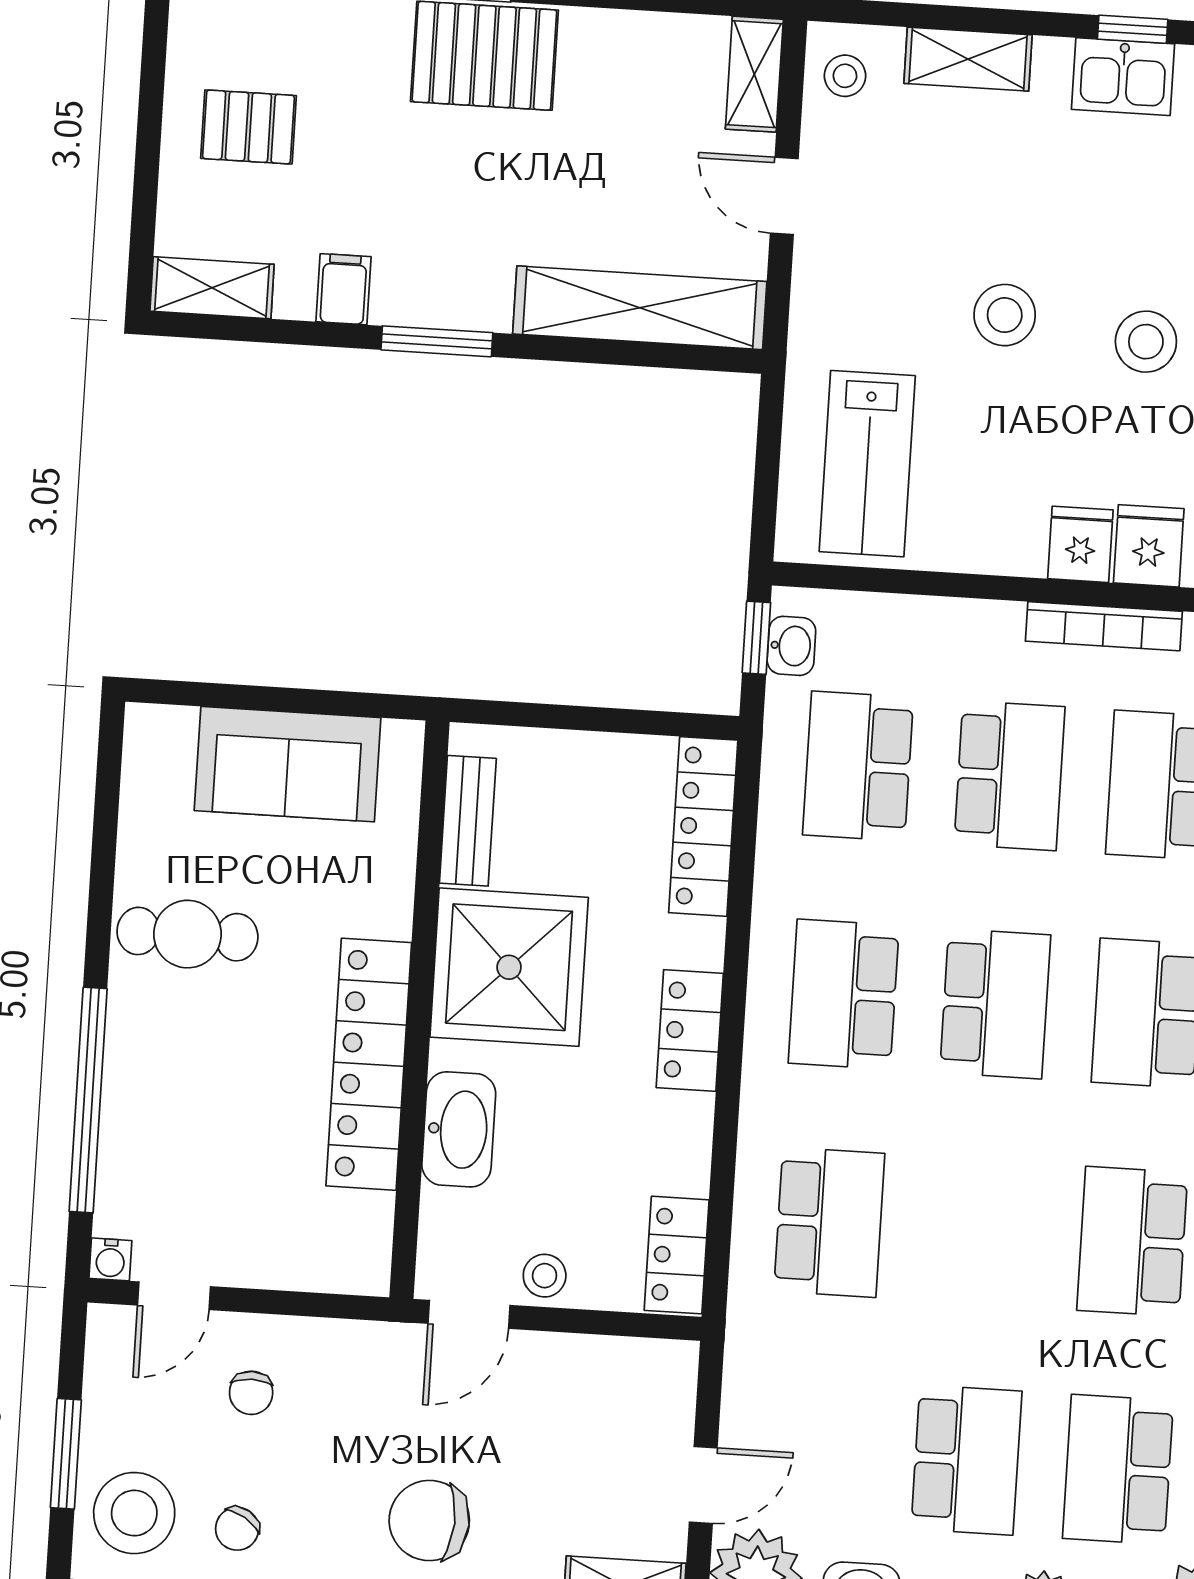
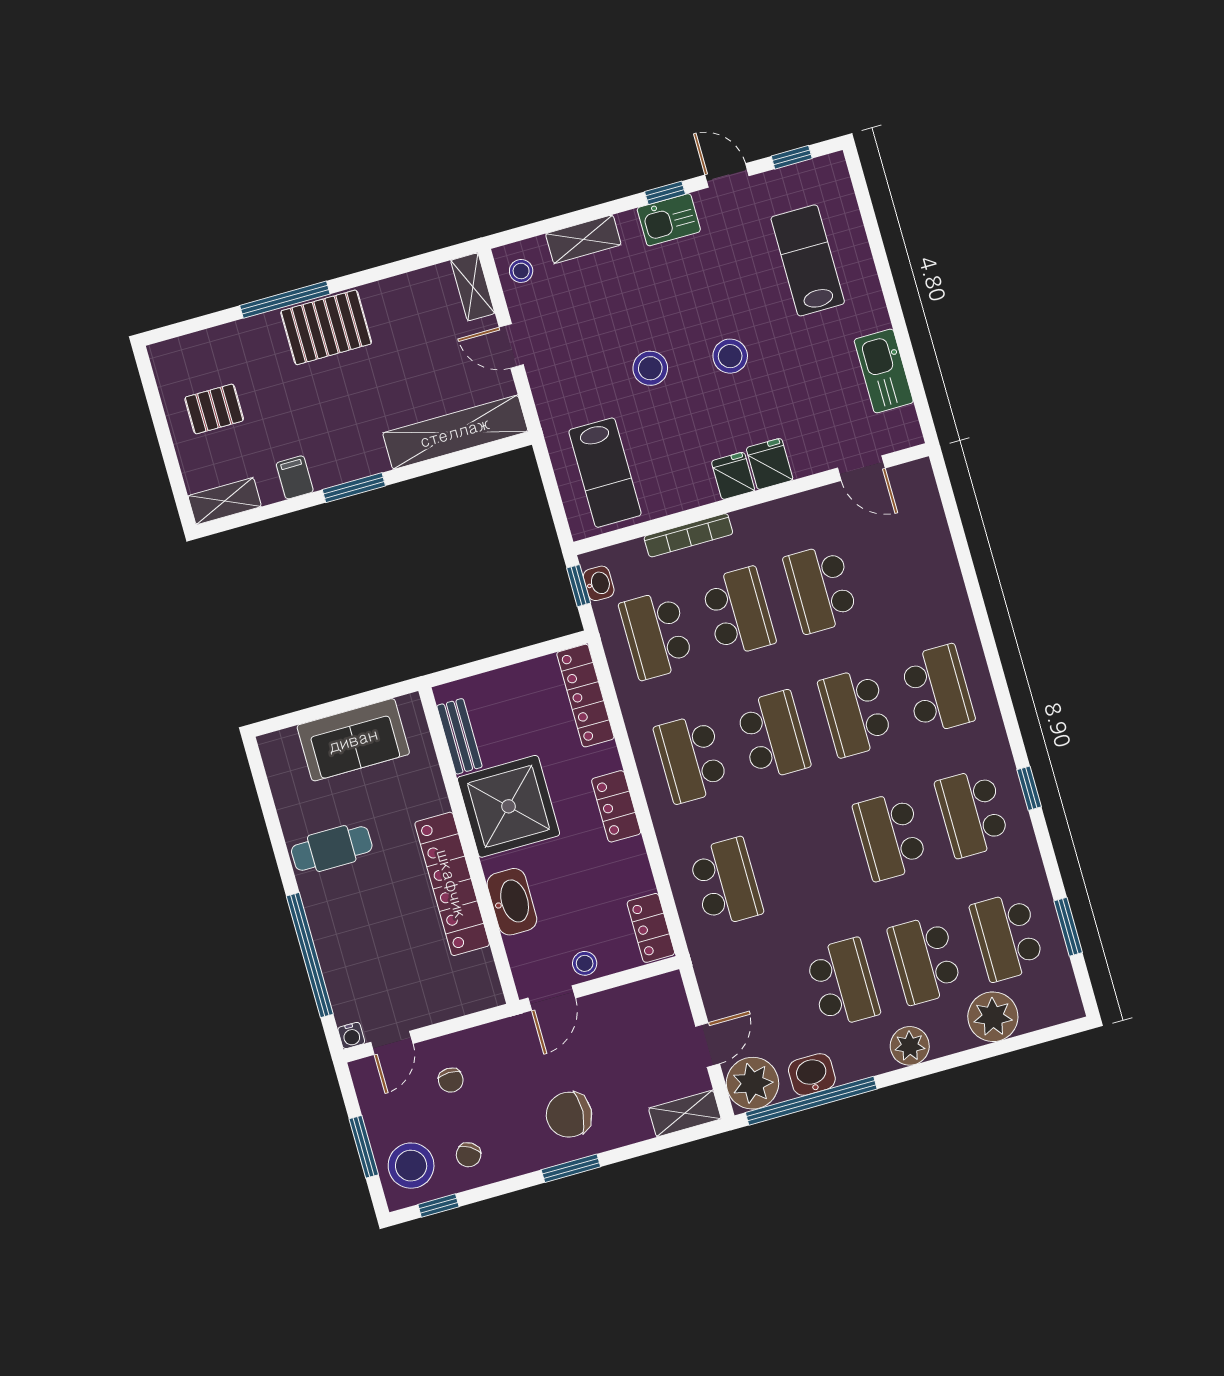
bookcase: (1104, 626) -> (688, 535), moved

